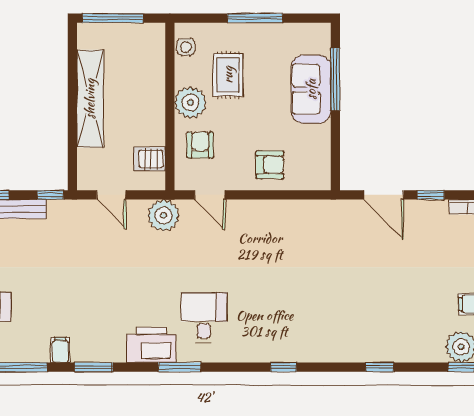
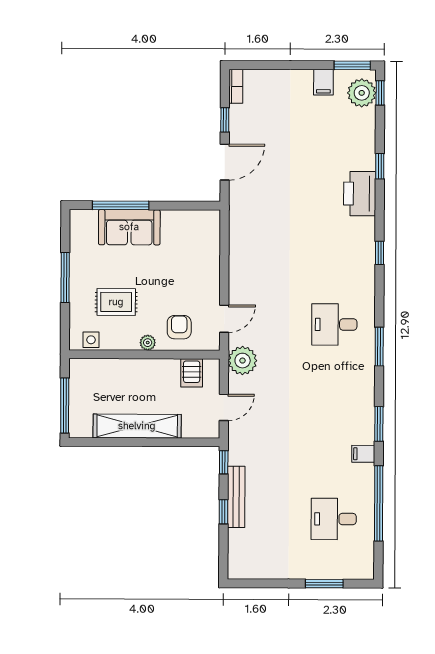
plant: (190, 103) -> (148, 343), width x0.53, depth x0.53
armchair: (200, 145) -> (179, 327), turned 90
armchair: (270, 165) -> (197, 265), removed
printer: (151, 345) -> (360, 194), moved

